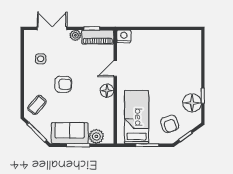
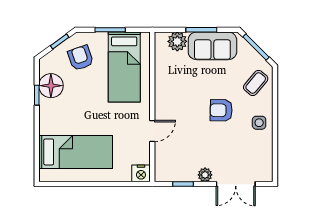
piano: (98, 37) -> (175, 173), removed
bed: (173, 53) -> (76, 152), added
side table: (41, 59) -> (259, 123), moved
floor lamp: (107, 91) -> (163, 102), removed

